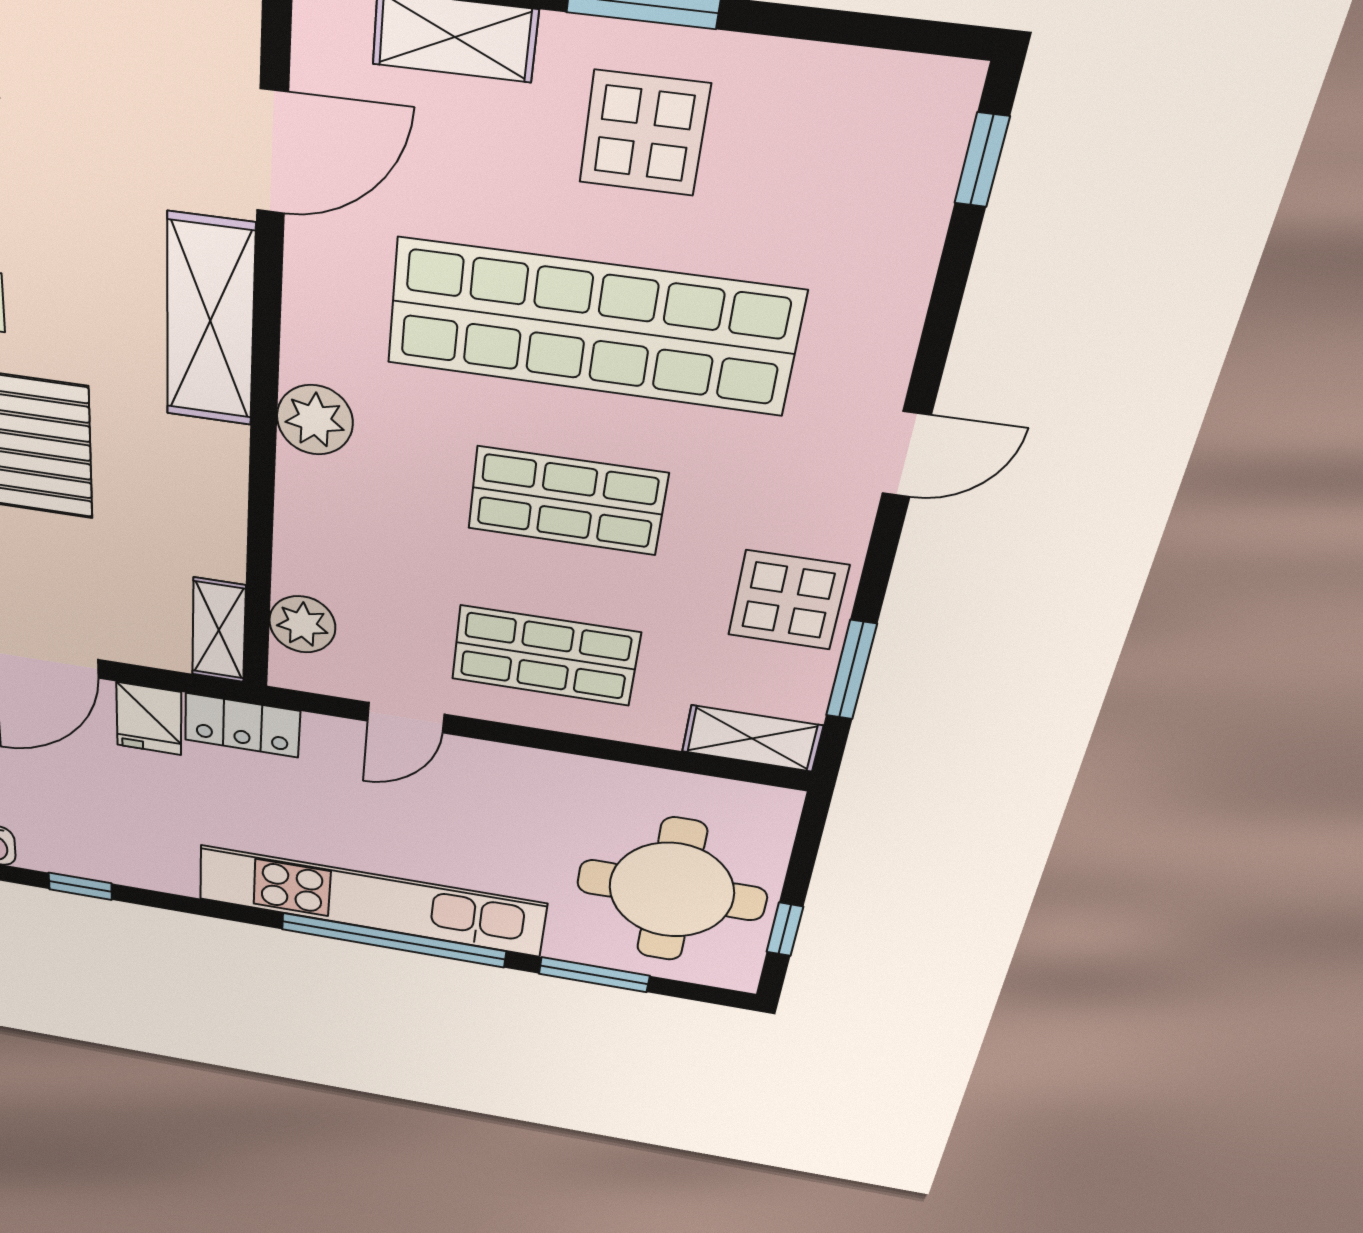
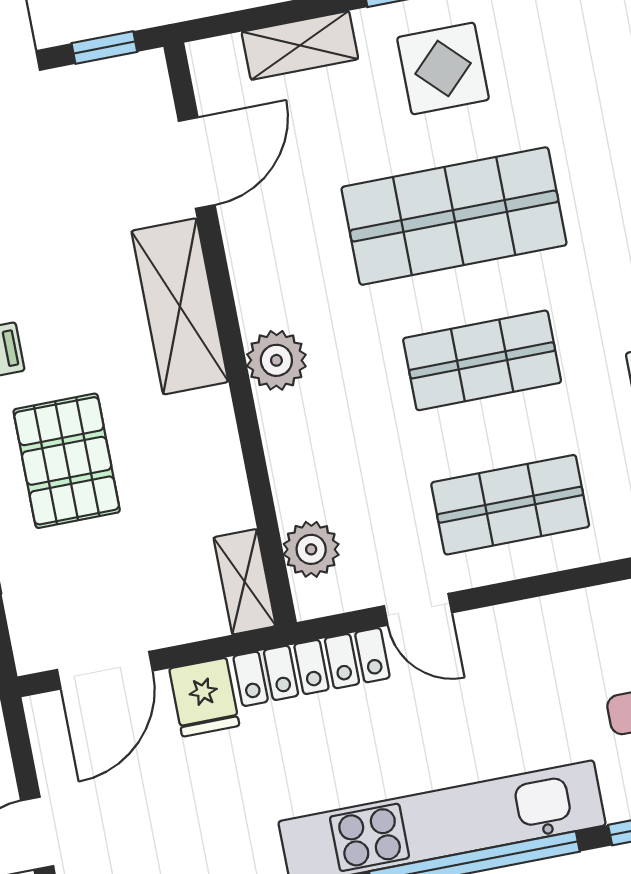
shop shelf: (591, 327) -> (454, 216), width x0.71
door: (406, 718) -> (418, 609), hinge flipped
locker: (242, 725) -> (311, 667), width x1.53

